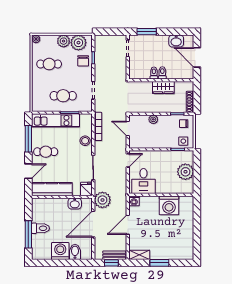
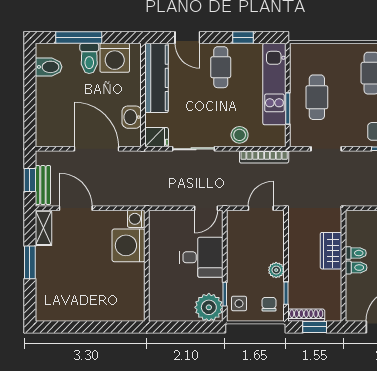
wardrobe: (163, 88) -> (331, 251), moved
window: (197, 97) -> (315, 327), added
plant: (153, 119) -> (276, 270), moved
window: (28, 139) -> (243, 37), width x0.46
door: (128, 160) -> (206, 208), hinge flipped
plant: (185, 172) -> (209, 307), moved
desk: (143, 181) -> (201, 257), moved, turned 180
plant: (102, 200) -> (138, 165), removed
washing machine: (169, 205) -> (129, 245), moved
door: (128, 225) -> (76, 208), moved
washing machine: (60, 251) -> (115, 58), moved, turned 90
bidet: (75, 252) -> (49, 67), moved

